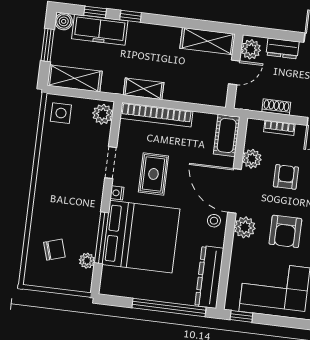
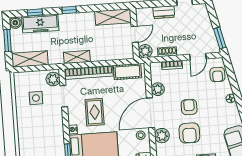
window: (131, 16) -> (69, 10), moved
plant: (251, 49) -> (145, 51), moved
side table: (61, 113) -> (36, 98), moved
cot: (227, 135) -> (128, 72), moved, turned 90
doorway: (111, 163) -> (64, 96), moved
armchair: (286, 177) -> (189, 107), moved
door: (235, 191) -> (150, 113), hinge flipped

